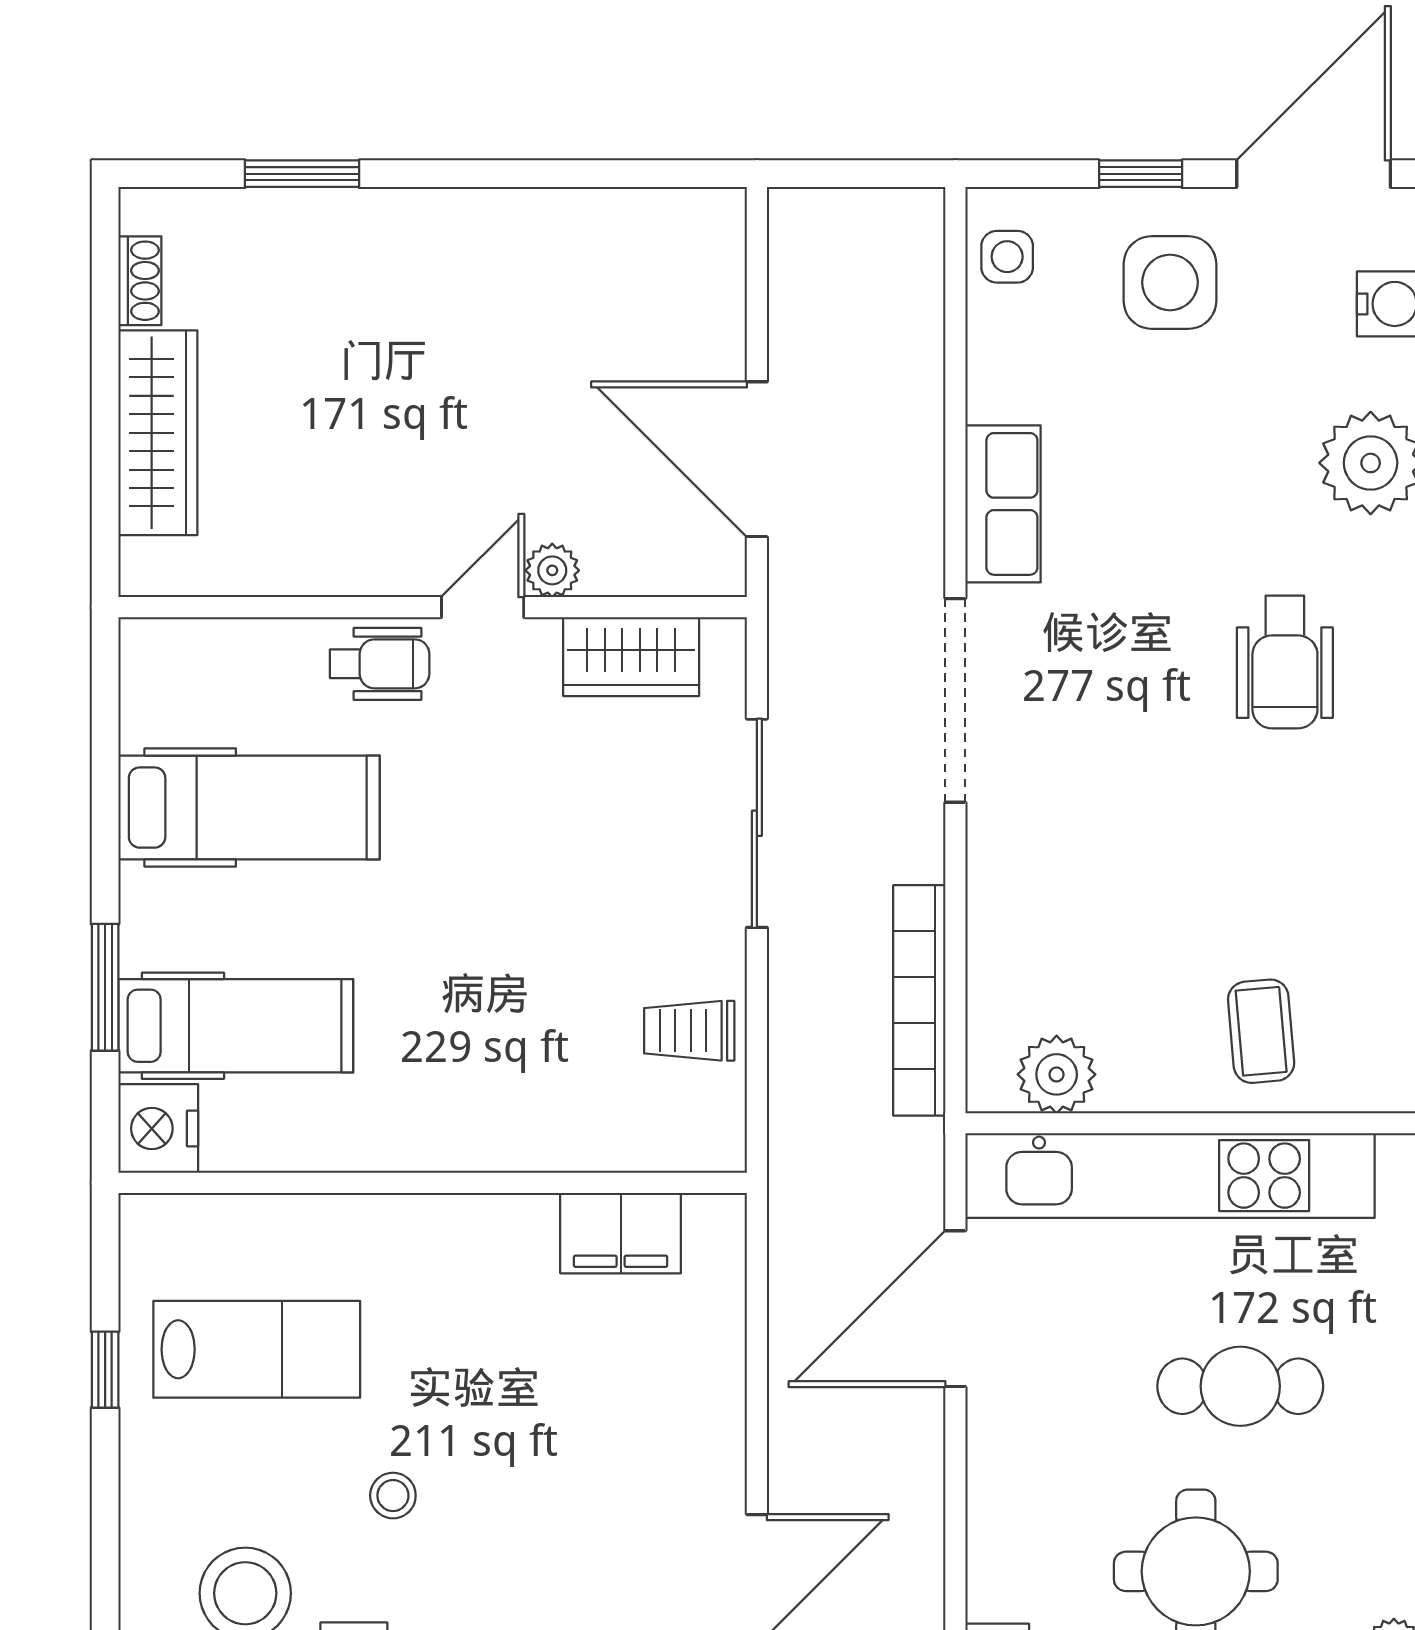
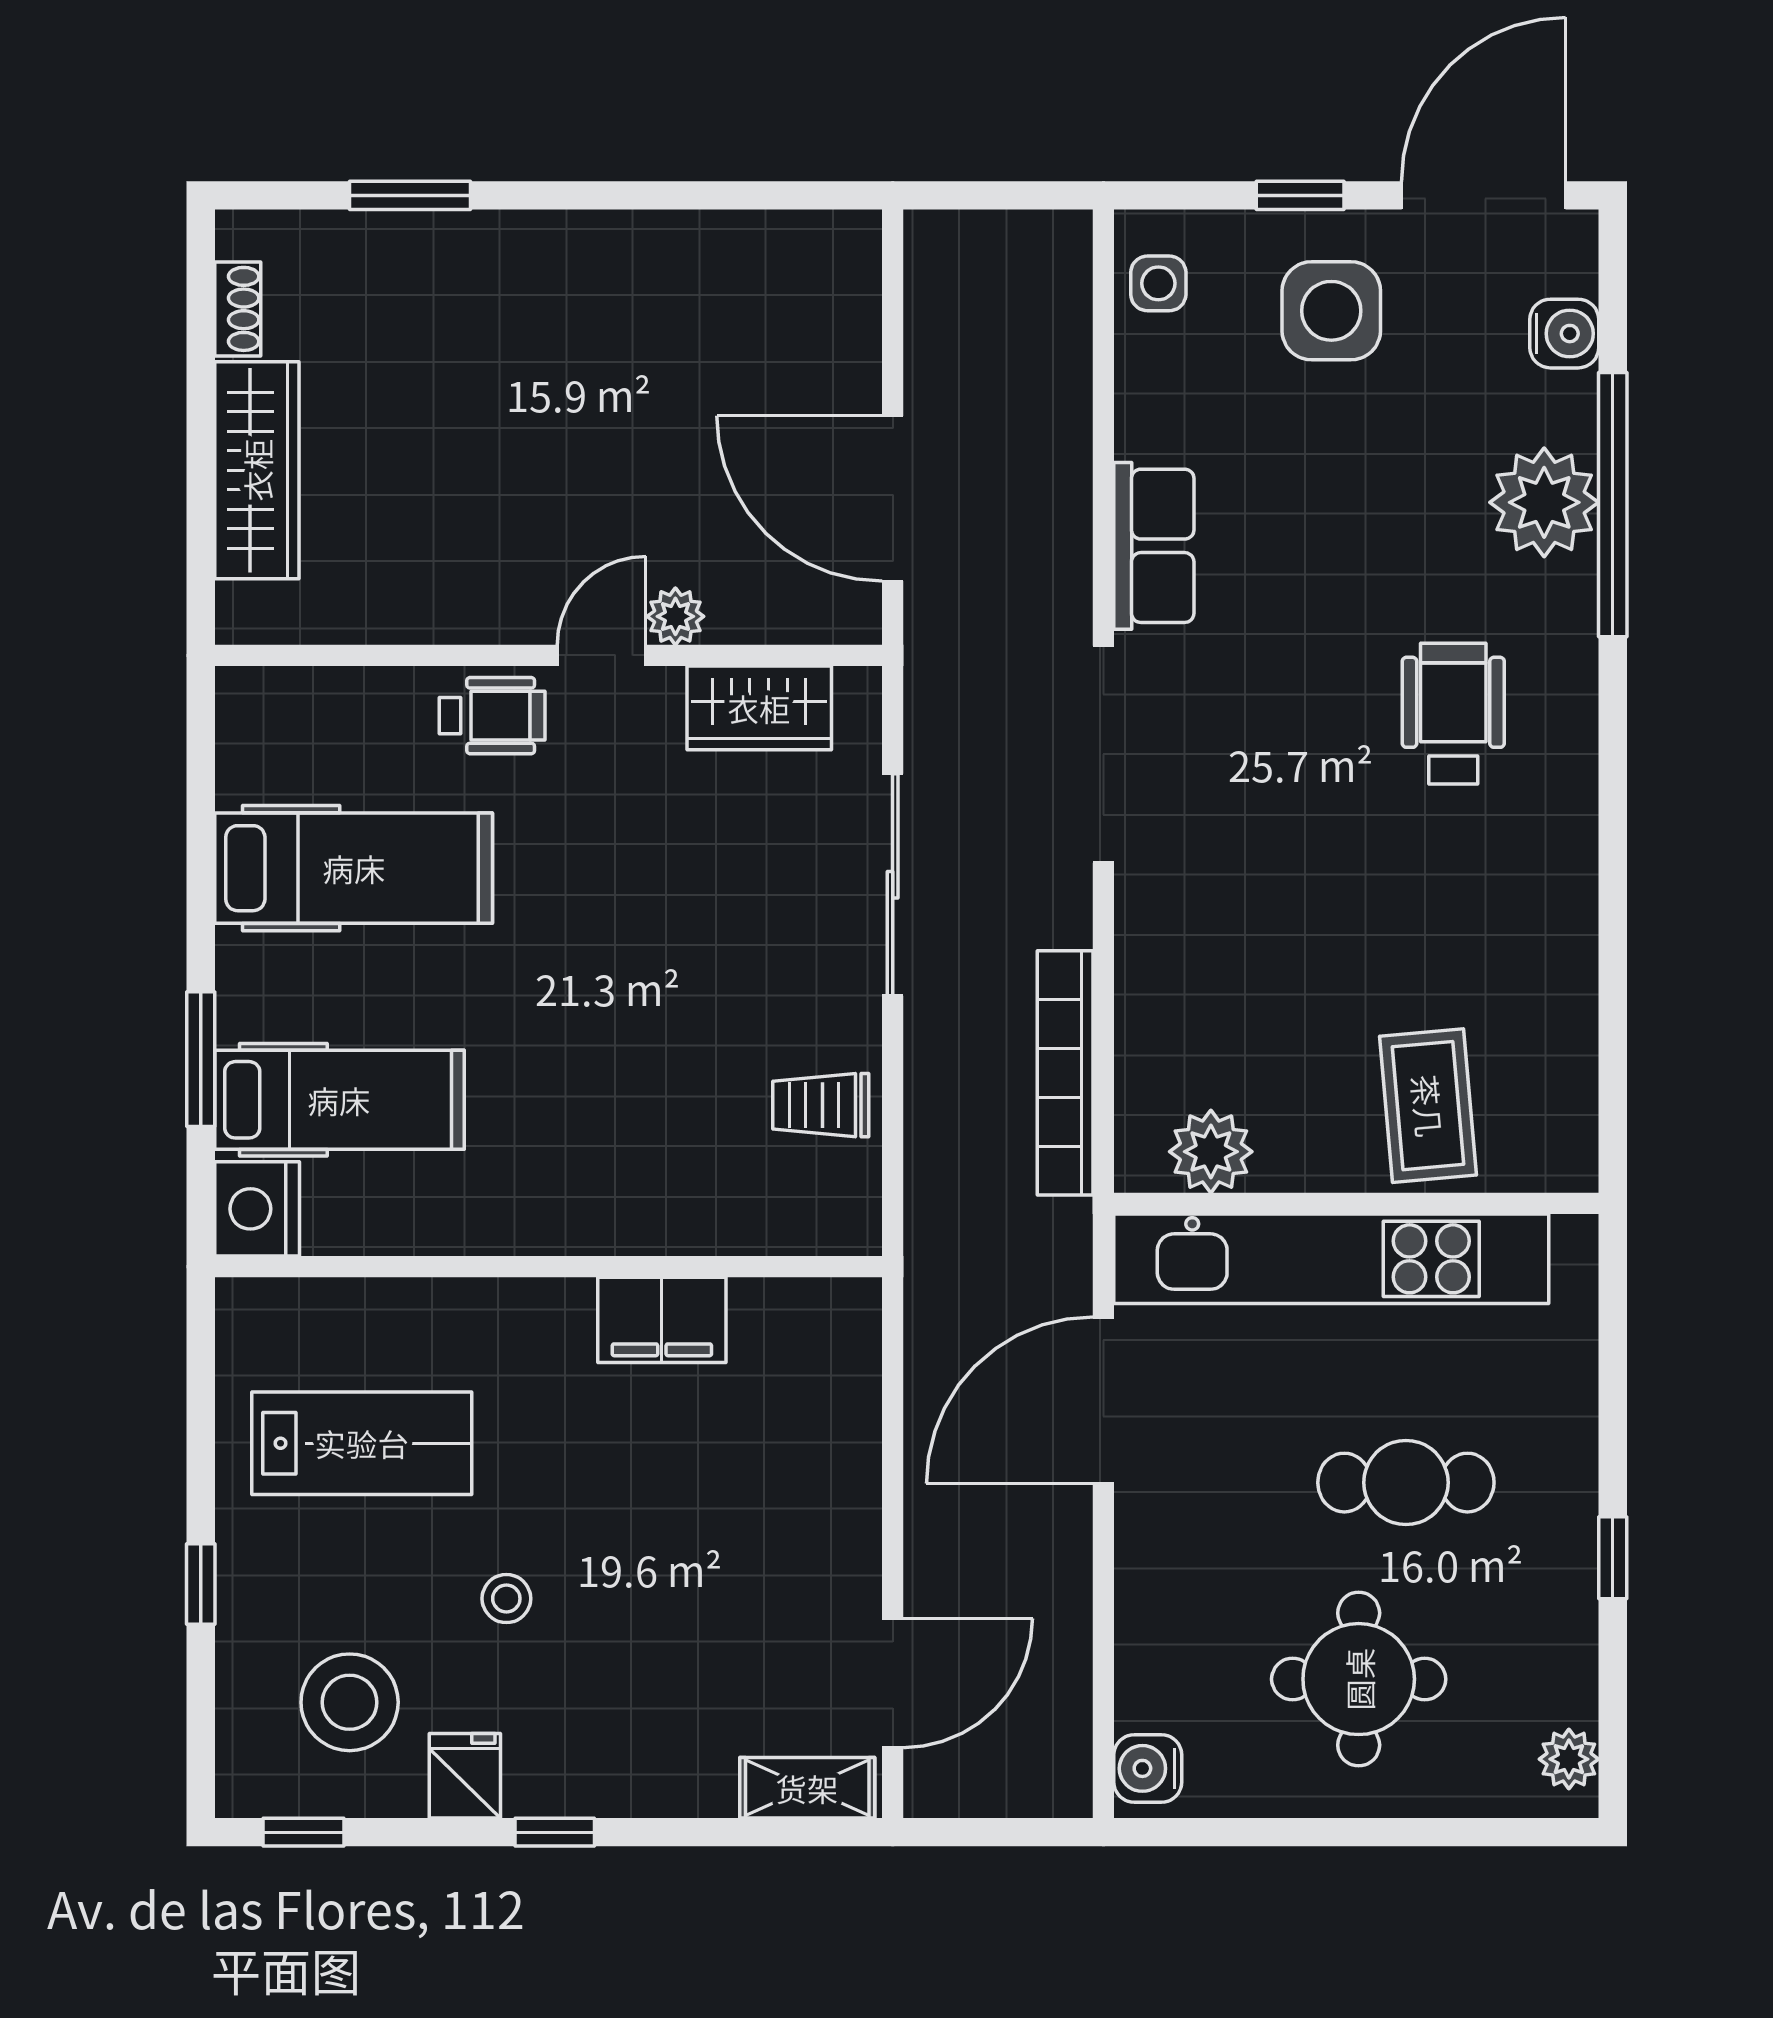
wheelchair: (1285, 662) -> (1453, 714), turned 180
coffee table: (1261, 1031) -> (1428, 1106), width x1.36, depth x1.30
filing cabinet: (621, 1233) -> (662, 1320), moved
window: (105, 1370) -> (201, 1584), moved

